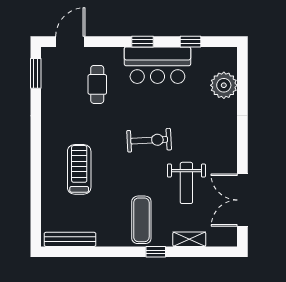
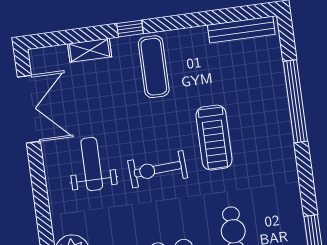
treadmill: (79, 169) -> (214, 138), moved
window: (36, 178) -> (295, 101), added
weight bench: (186, 183) -> (92, 164), moved

